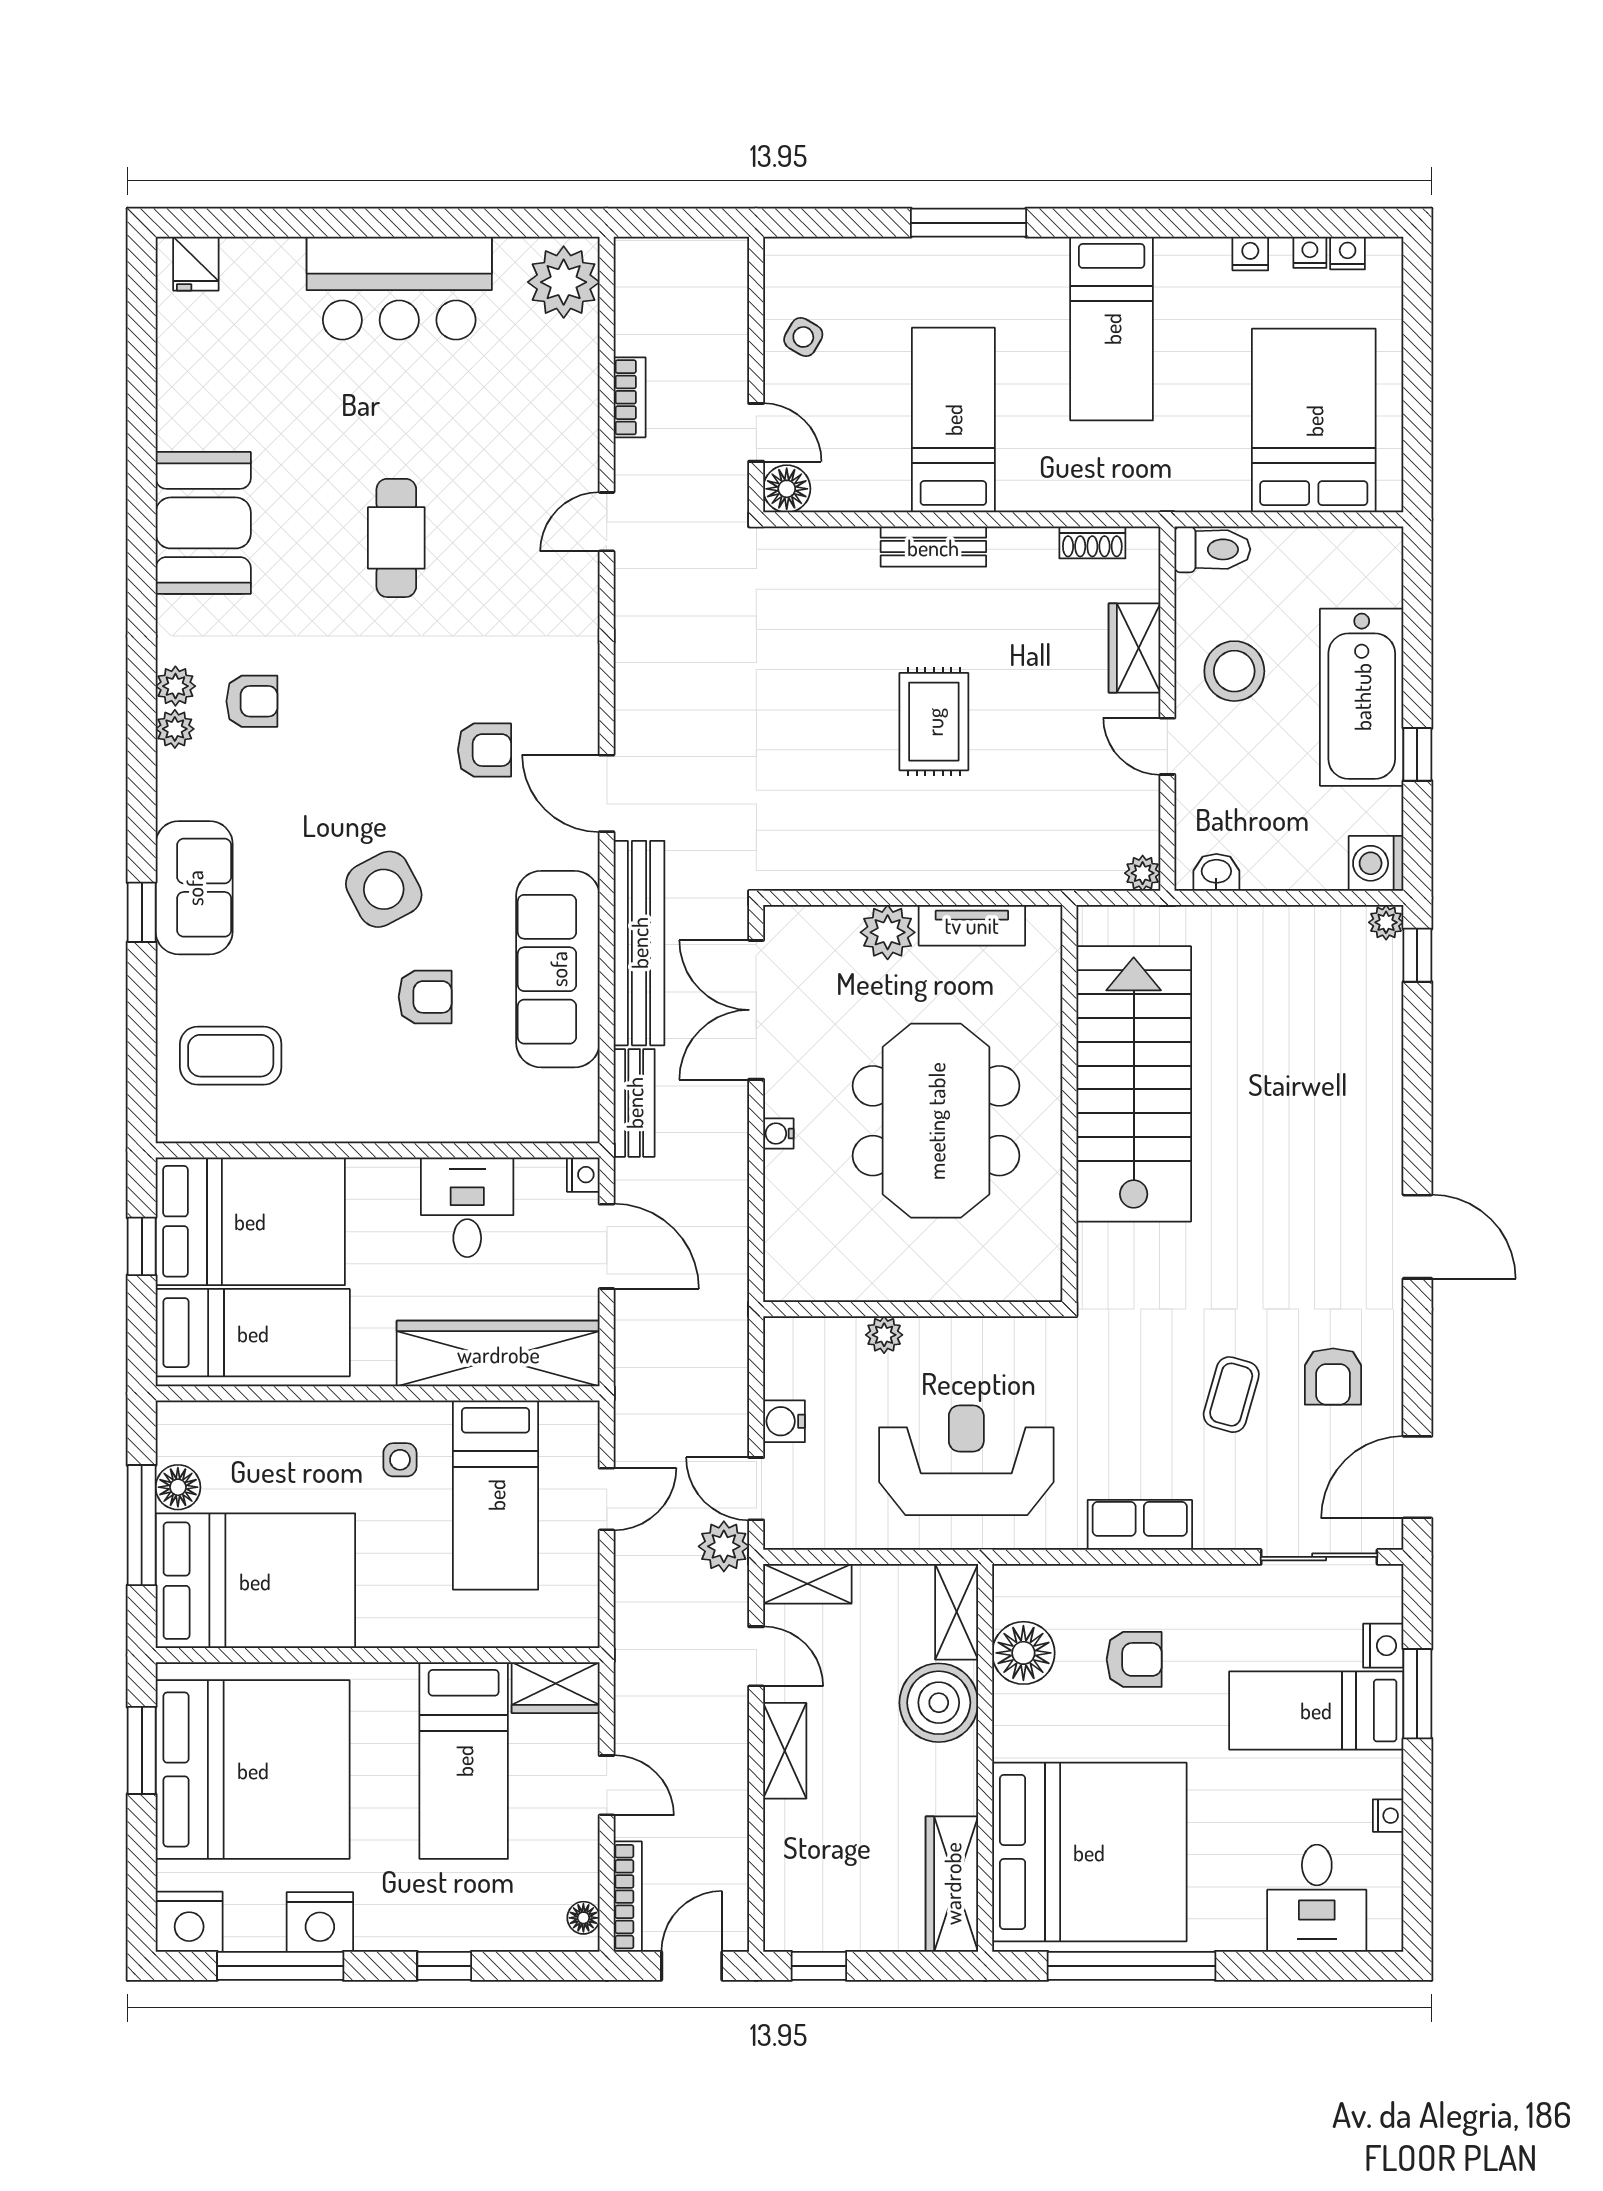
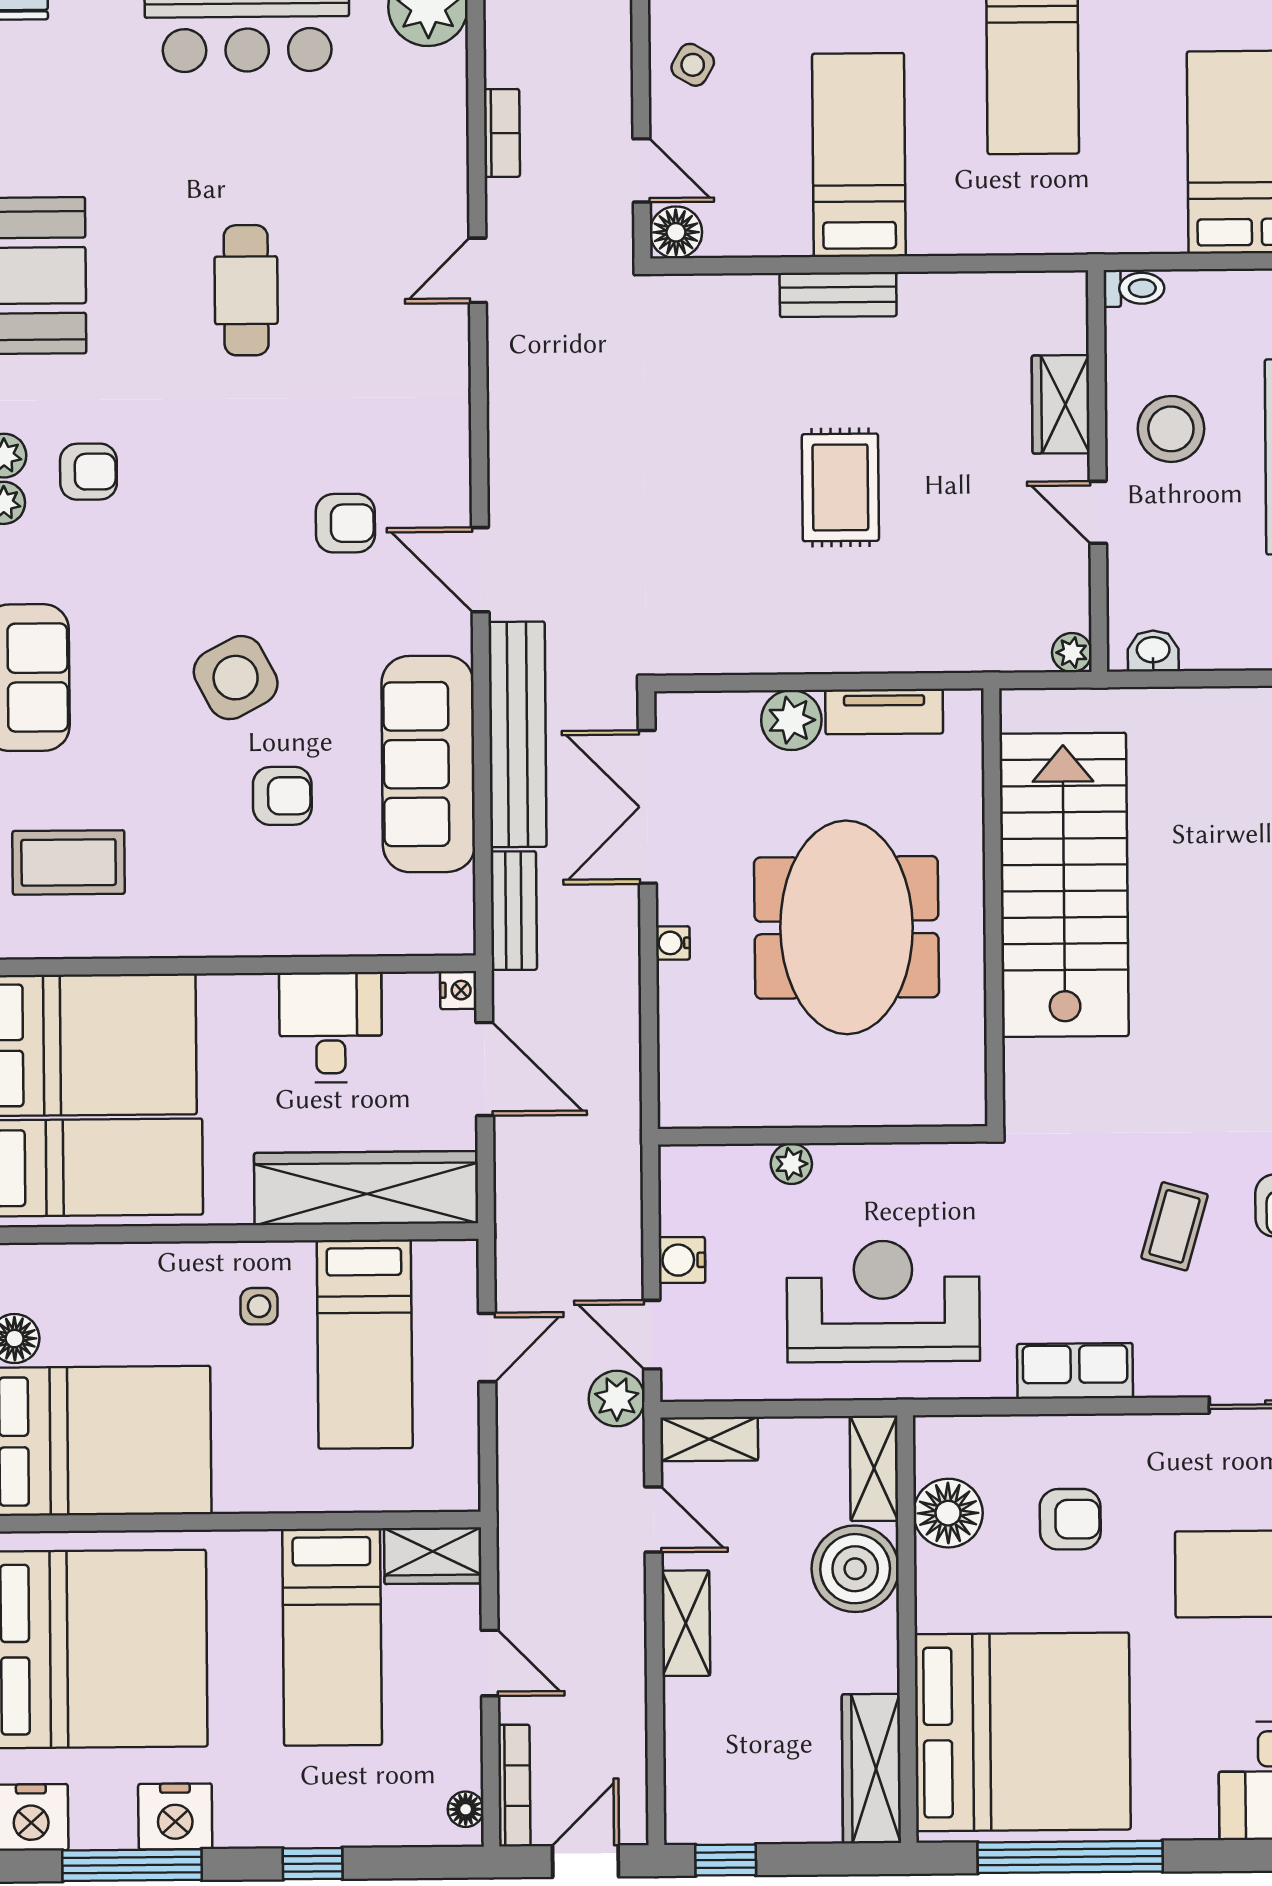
shoe rack: (1092, 542) -> (1013, 288), removed
toilet: (1212, 549) -> (1134, 288), width x0.73, depth x0.72

